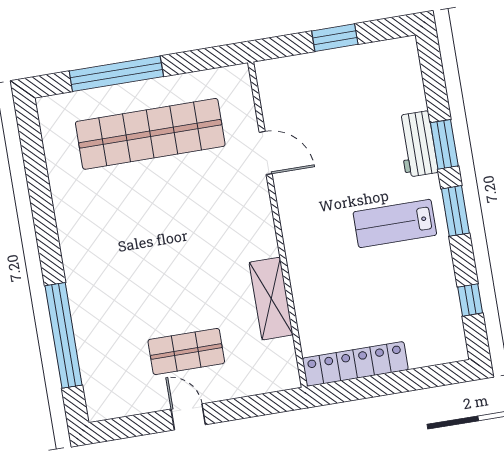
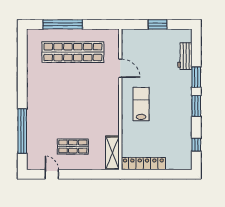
workbench: (417, 144) -> (185, 56), moved
lab bench: (395, 223) -> (141, 104), moved, turned 90
shelving: (271, 299) -> (112, 153), moved
door: (188, 417) -> (52, 174), moved

